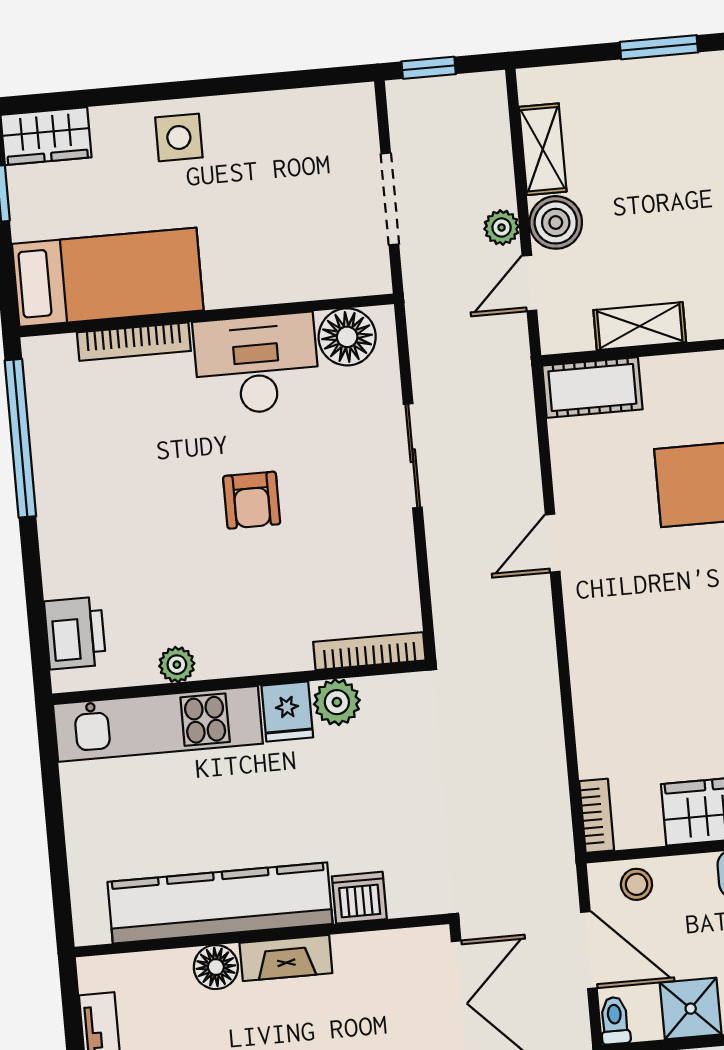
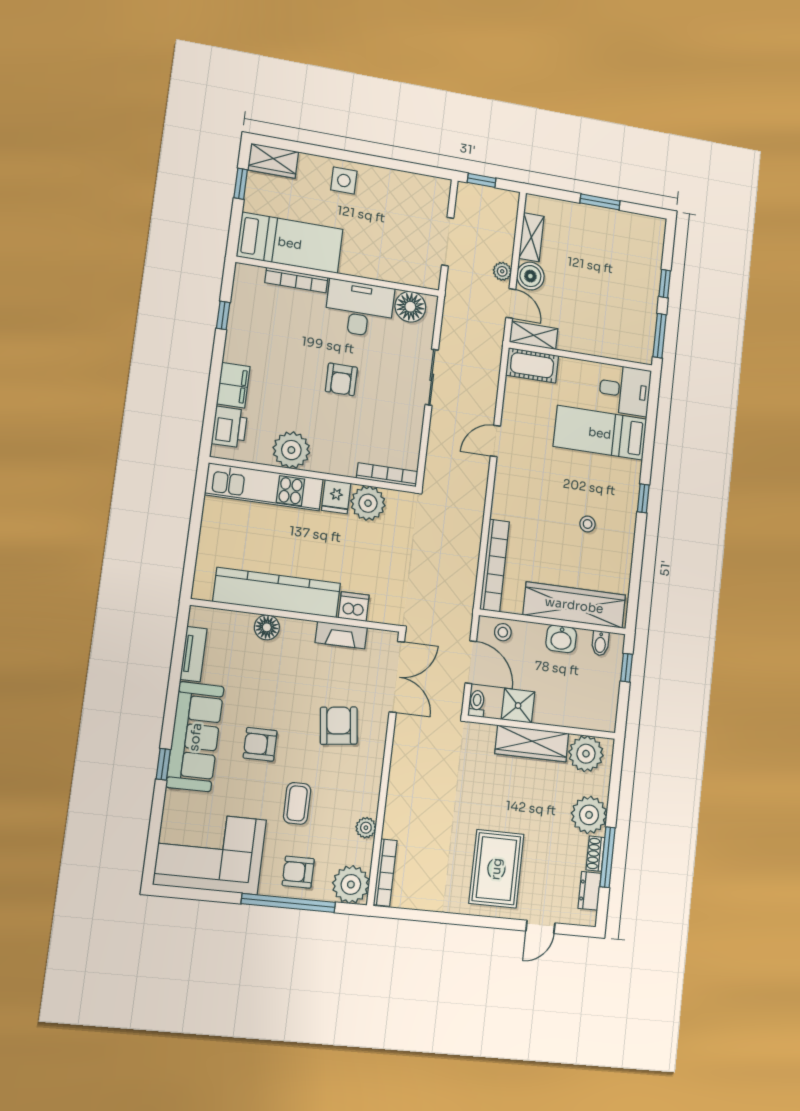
door: (529, 283) -> (511, 303), swing flipped
shelving: (640, 326) -> (534, 335), moved
window: (20, 438) -> (223, 315), width x0.32
filing cabinet: (65, 558) -> (233, 385), added
plant: (177, 665) -> (291, 450), width x1.87, depth x1.87
plant: (337, 702) -> (368, 503), width x1.36, depth x1.36
bookcase: (597, 816) -> (495, 565), width x2.31, depth x1.31
fireplace: (286, 958) -> (341, 635), moved

